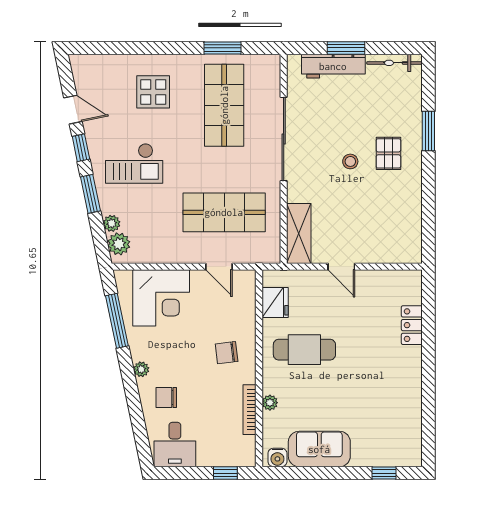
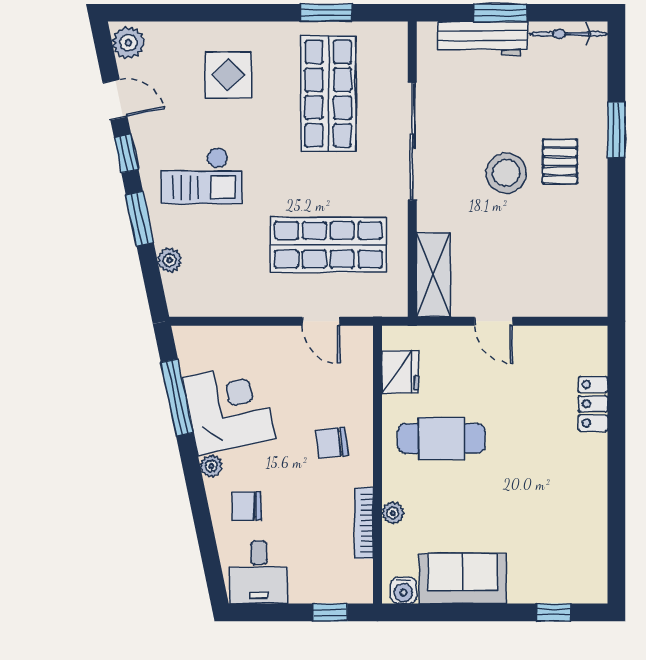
stool: (350, 161) -> (506, 173), width x1.89, depth x1.89
plant: (119, 244) -> (128, 43), moved
corner desk: (161, 298) -> (229, 408), moved, turned -102

